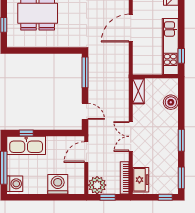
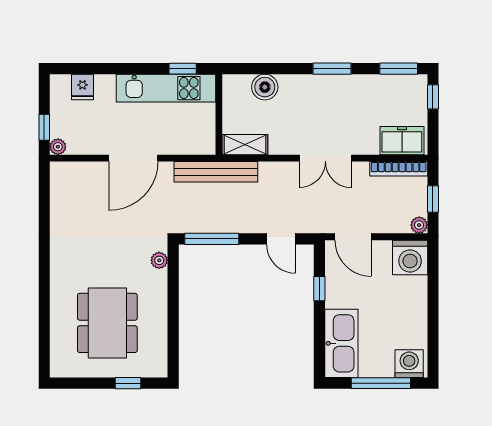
door: (131, 28) -> (133, 158), hinge flipped
plant: (73, 43) -> (159, 260), added
bench: (123, 75) -> (216, 172), added
door: (85, 111) -> (281, 239), swing flipped
window: (26, 133) -> (319, 289), moved
washing machine: (58, 184) -> (410, 257), moved, turned -90
plant: (97, 185) -> (419, 225), width x0.53, depth x0.53

